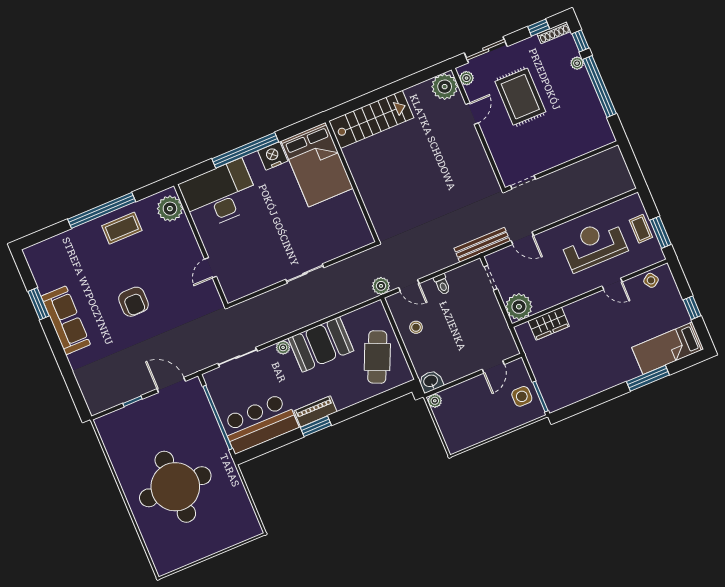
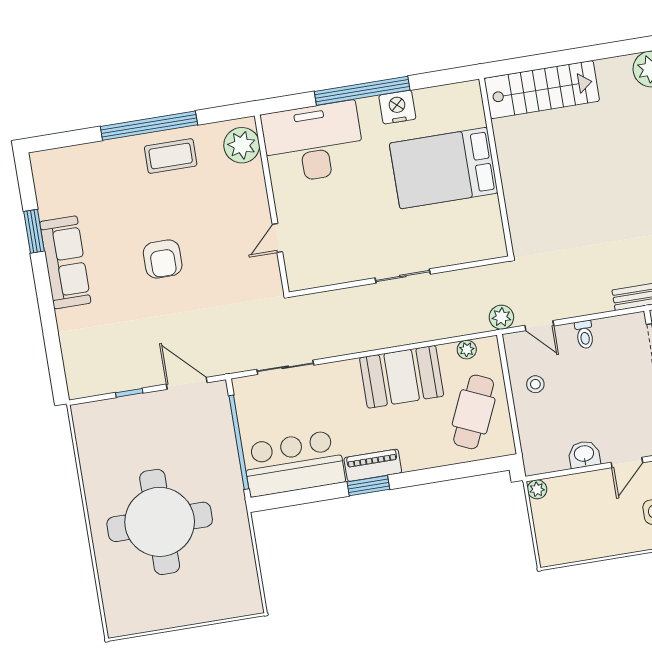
bed: (317, 165) -> (444, 168), moved, turned 90
plant: (283, 347) -> (467, 350), moved
washbasin: (431, 381) -> (584, 454), moved

